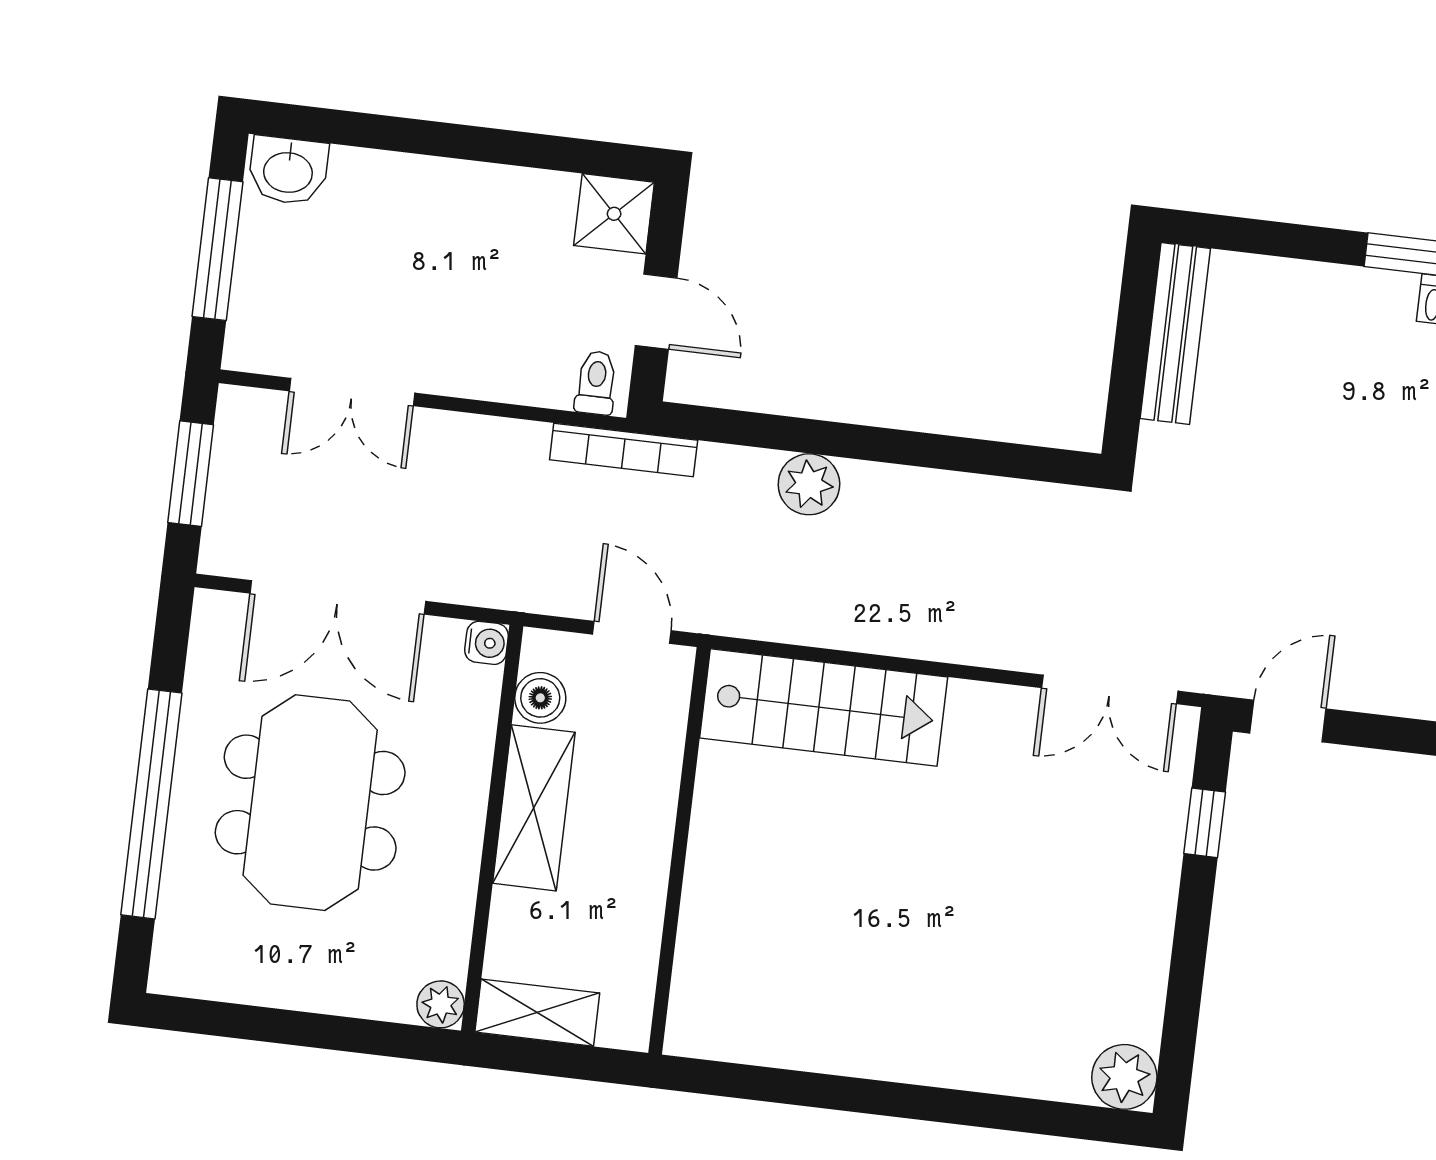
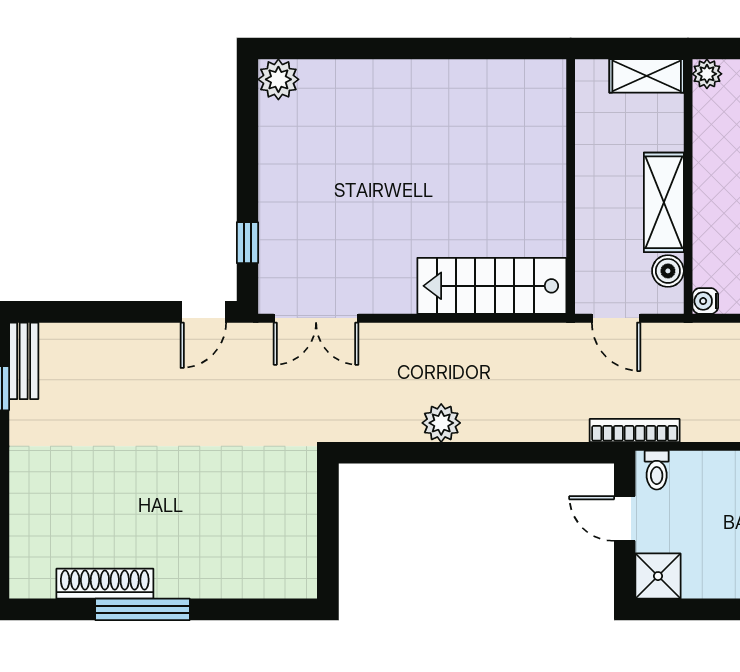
bench: (1175, 333) -> (302, 543), removed
plant: (809, 484) -> (441, 423), moved
double door: (1110, 689) -> (316, 318), swing flipped

